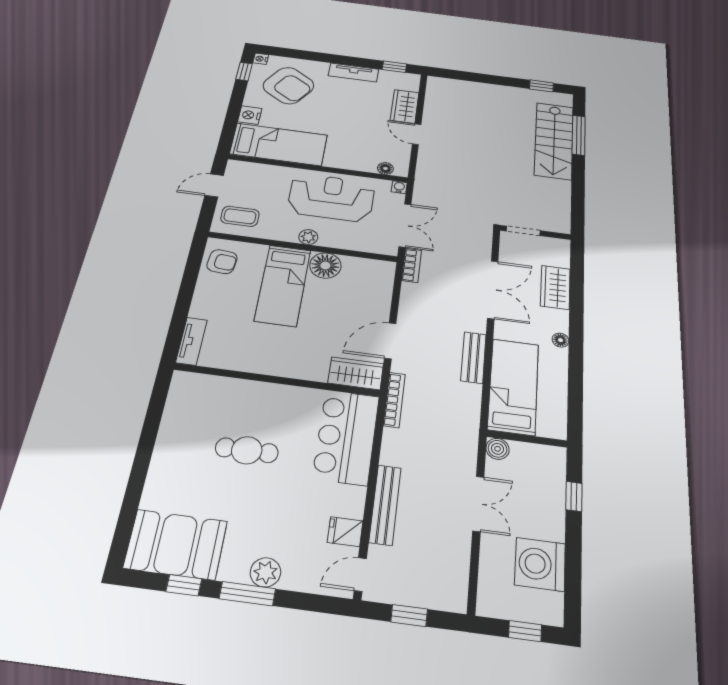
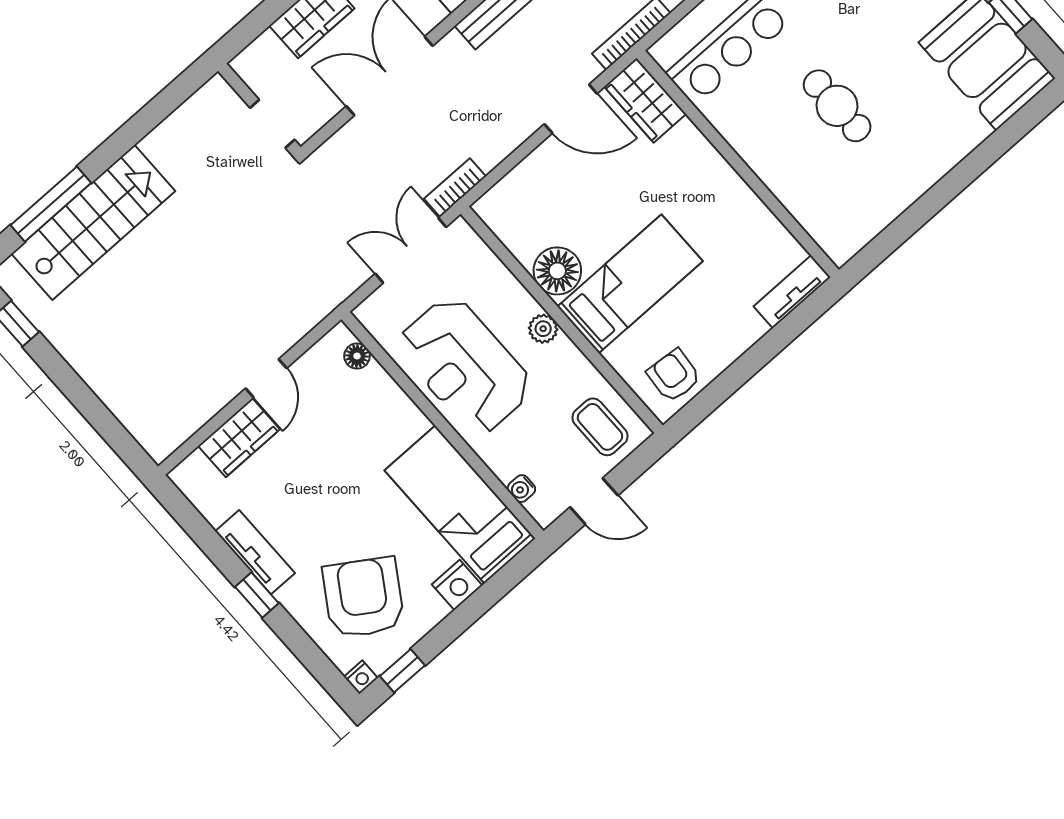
window: (394, 67) -> (257, 595), moved
water cooler: (399, 187) -> (521, 489), moved

